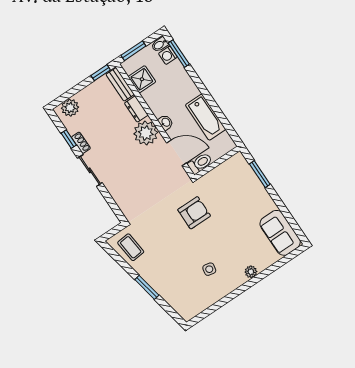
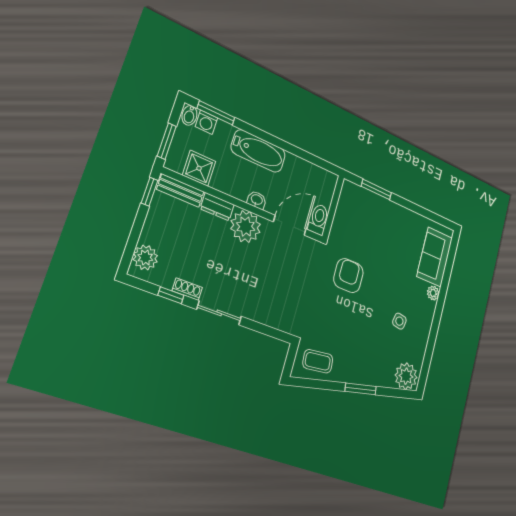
bathtub: (206, 117) -> (258, 151), moved
sofa: (280, 233) -> (435, 257), moved, turned 90
plant: (186, 307) -> (406, 376), added

